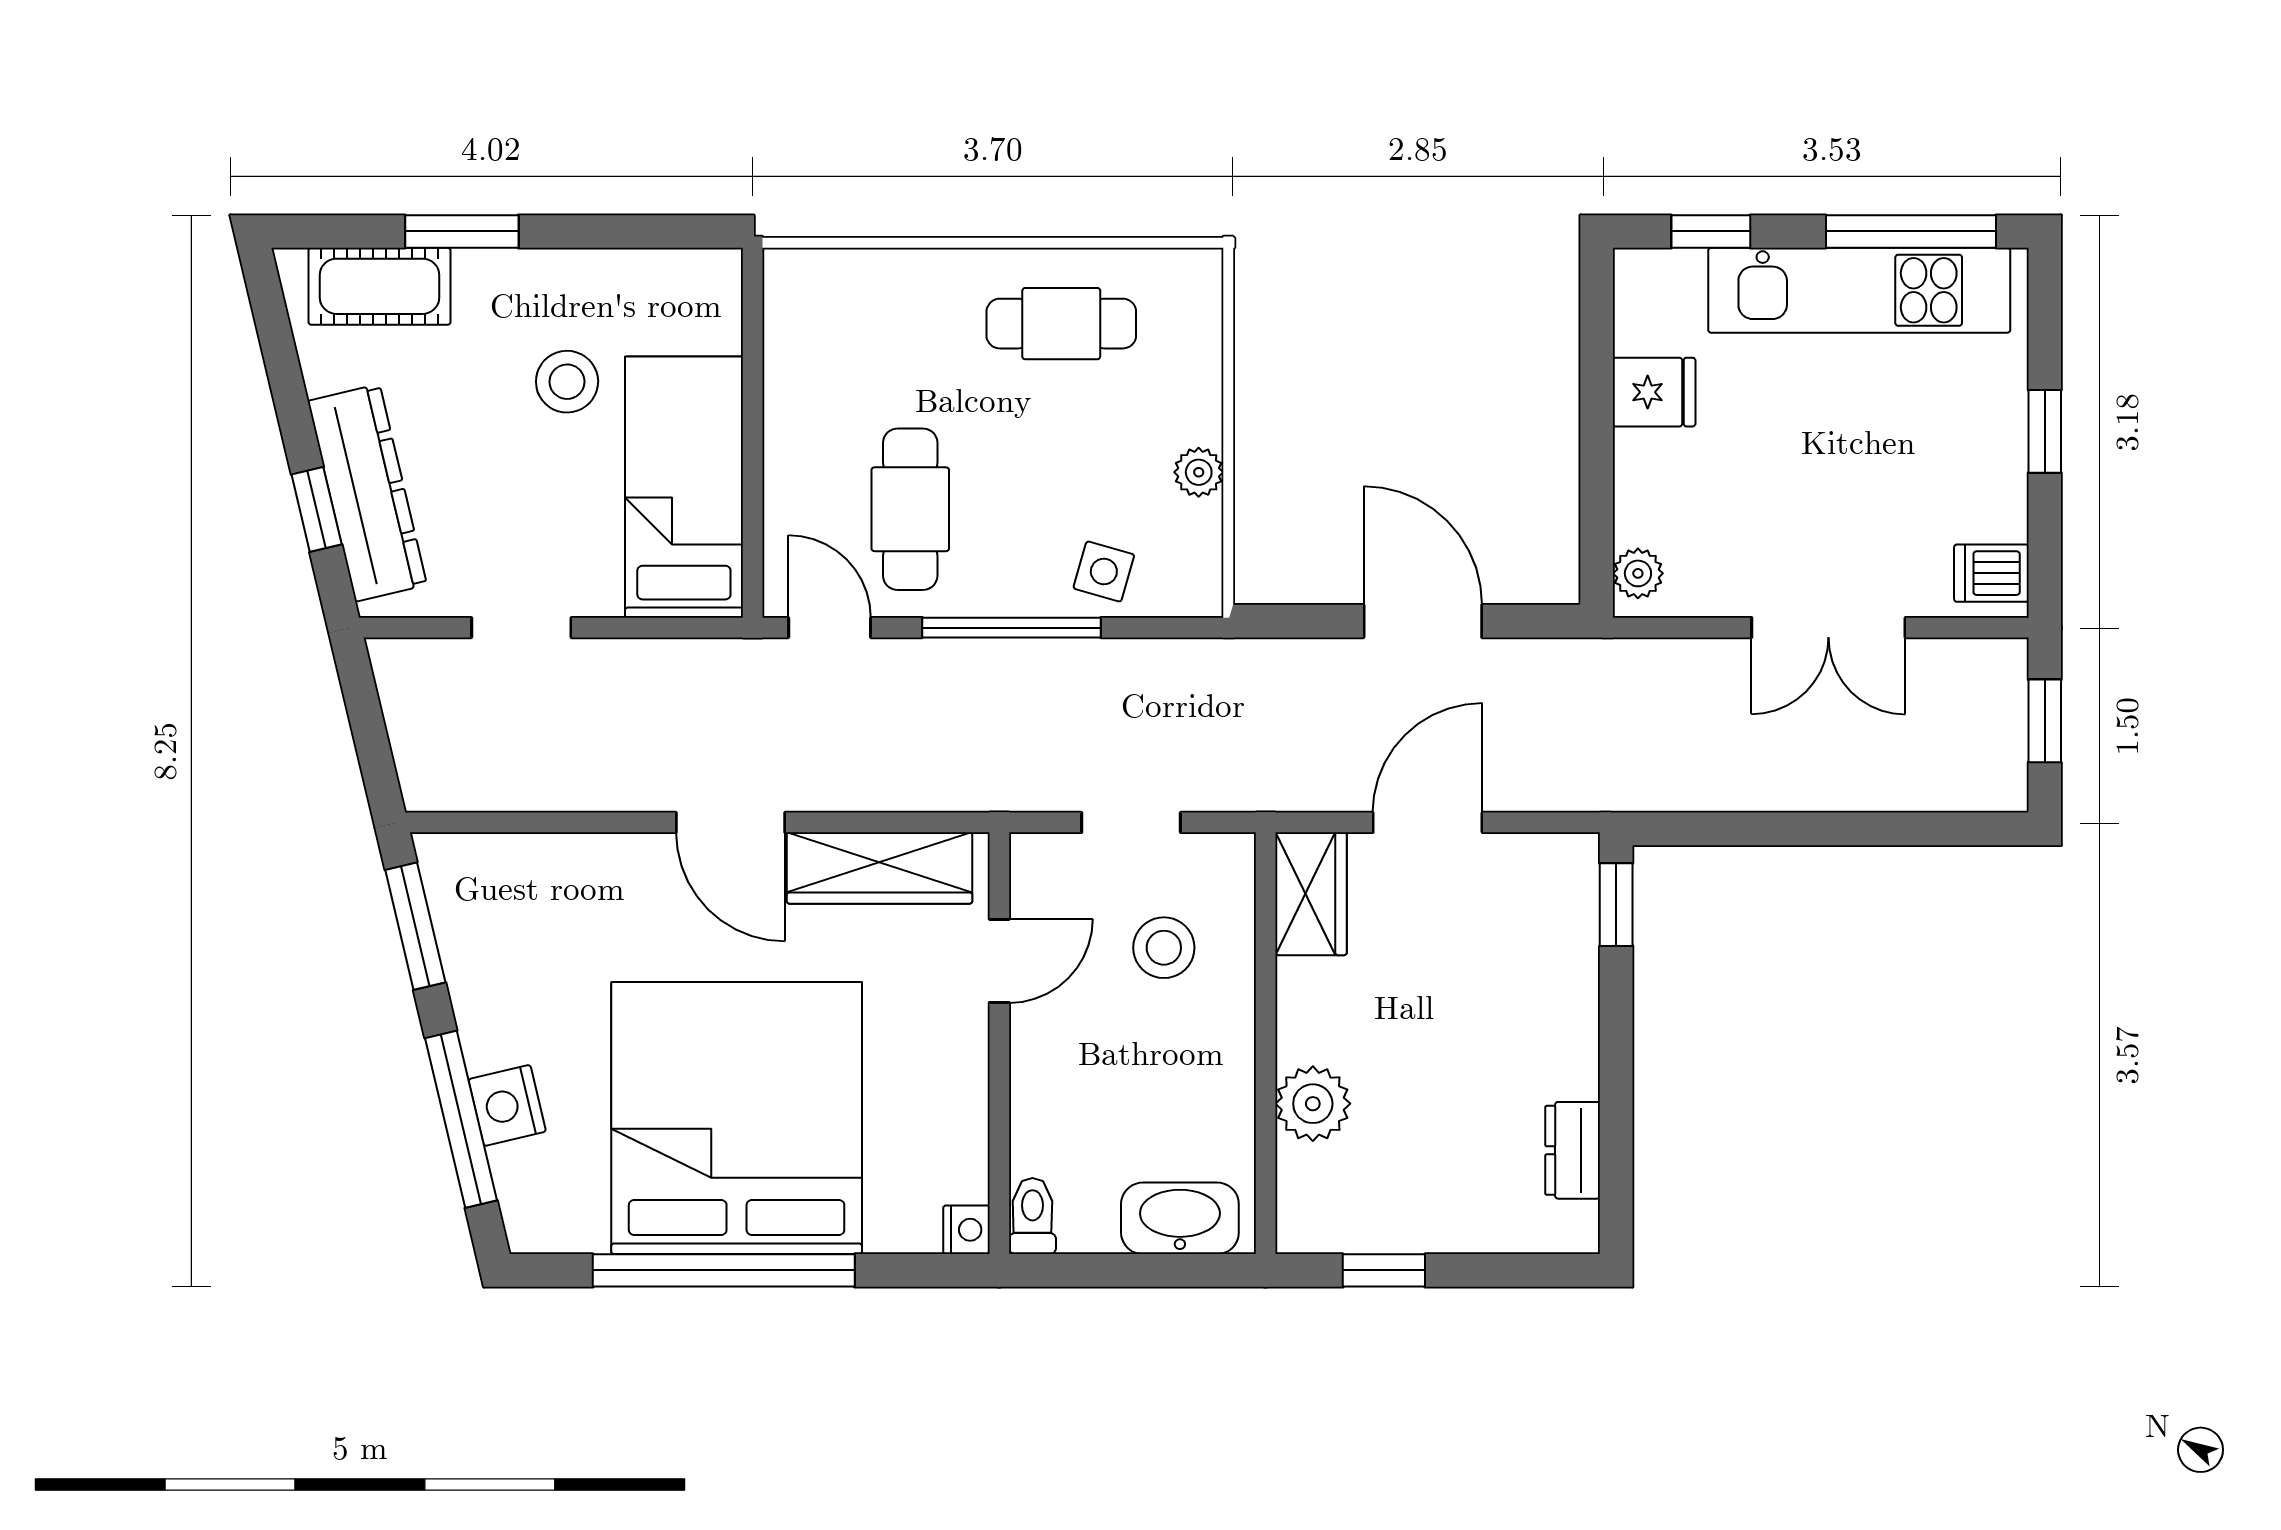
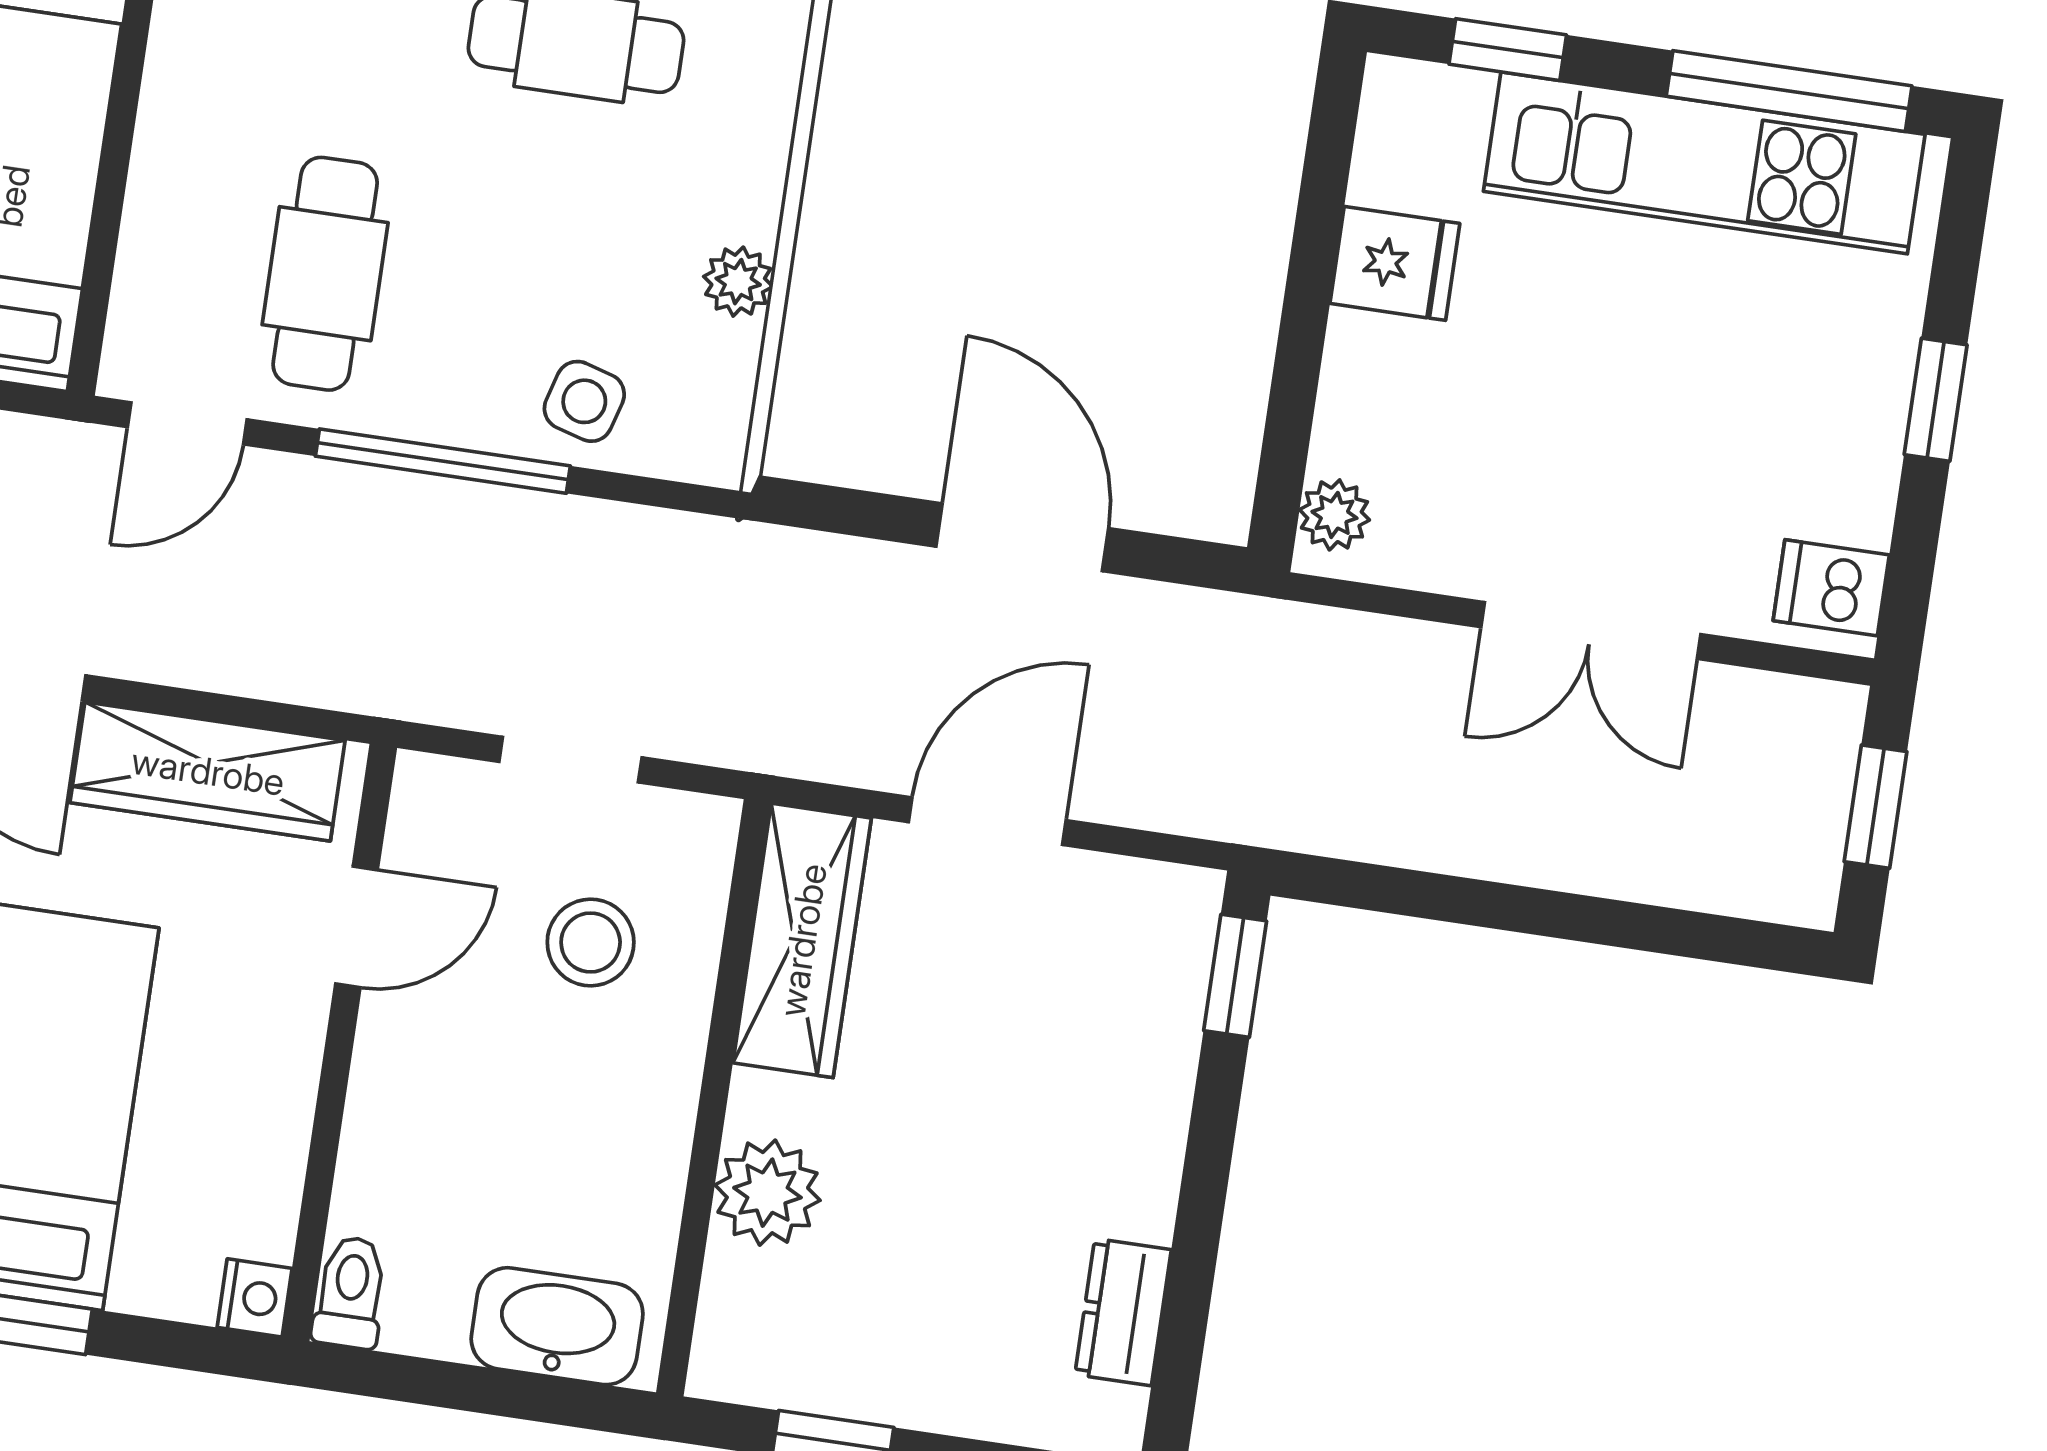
door: (830, 628) -> (187, 423), swing flipped
wardrobe: (1311, 894) -> (802, 940), width x1.50

